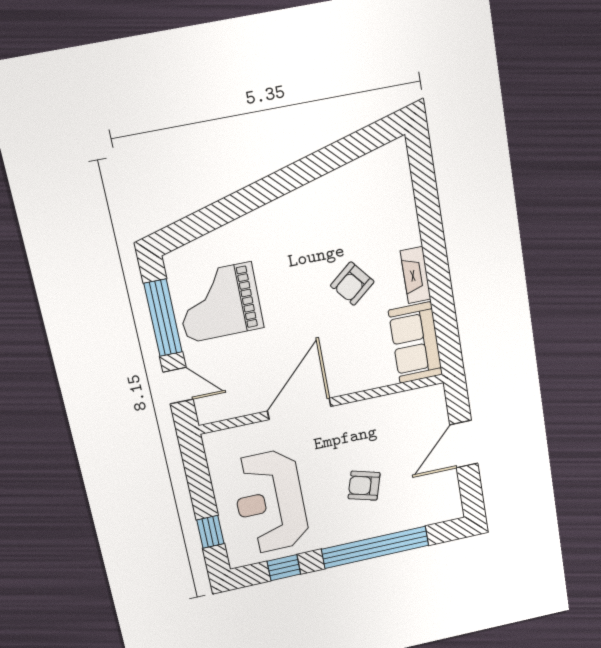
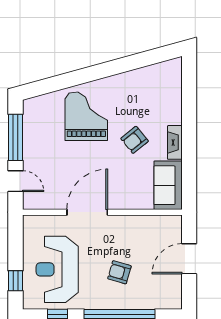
grand piano: (219, 302) -> (86, 116), moved, turned 90

